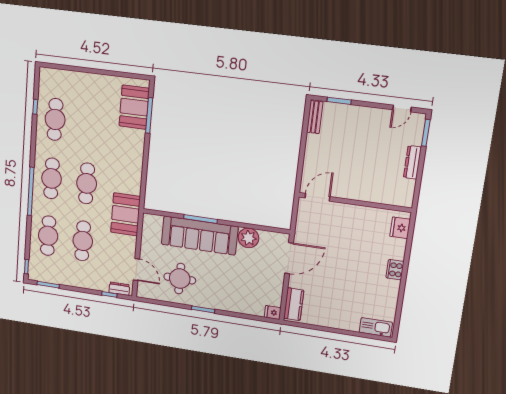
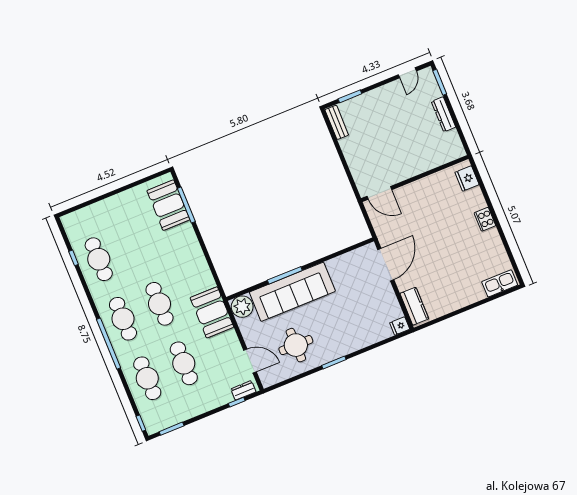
door: (317, 197) -> (379, 193), swing flipped
plant: (248, 238) -> (242, 307), moved

